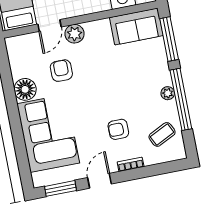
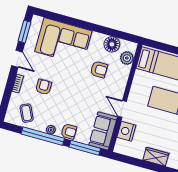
door: (49, 26) -> (122, 109), moved
plant: (74, 34) -> (127, 58), moved
armchair: (159, 70) -> (69, 132), added
floor lamp: (25, 89) -> (112, 44), moved

